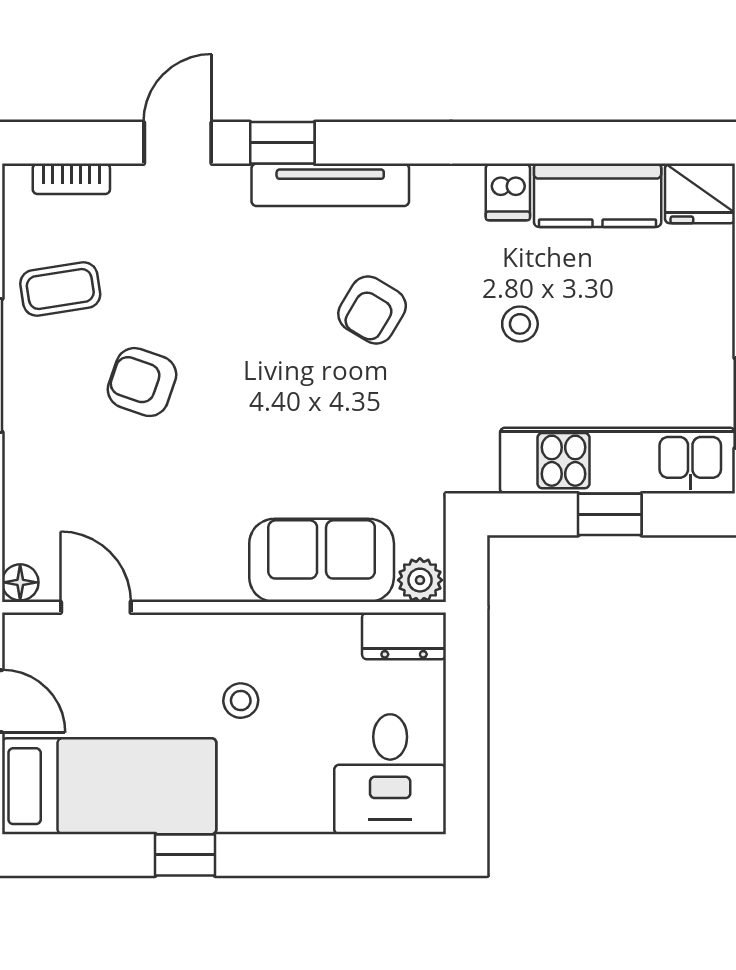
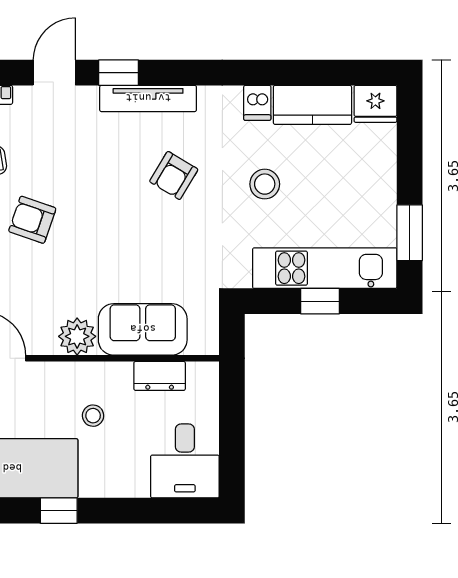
stool: (520, 324) -> (265, 184), width x1.37, depth x1.37
plant: (420, 580) -> (77, 336), moved, width x1.38, depth x1.38
dresser: (404, 636) -> (160, 376), moved

